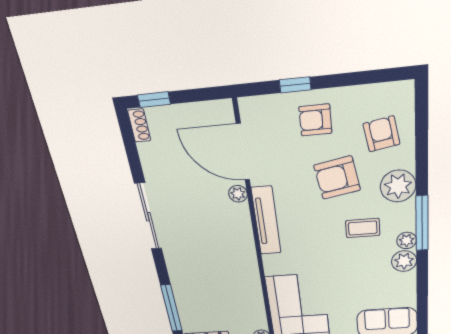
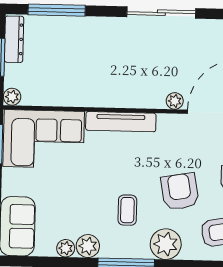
tv unit: (266, 221) -> (121, 122), moved
plant: (407, 240) -> (66, 248), moved

